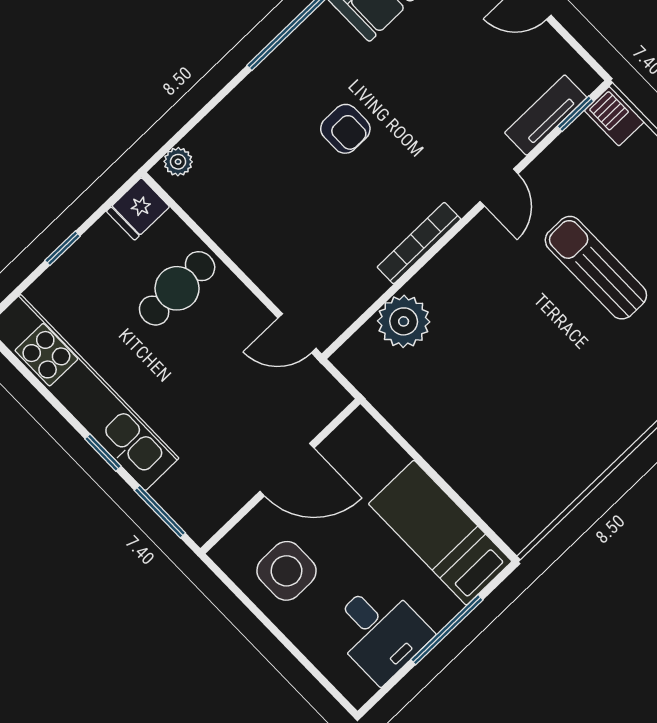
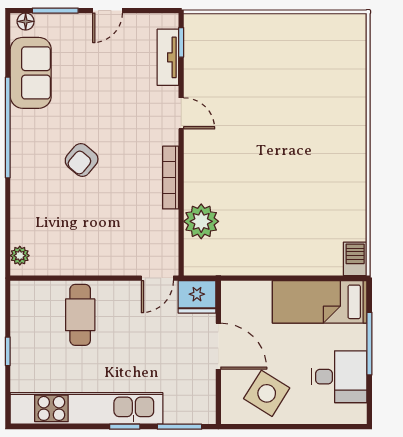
barbecue: (614, 116) -> (355, 259), moved, turned 90
armchair: (345, 129) -> (82, 160), turned 130
fridge: (138, 209) -> (197, 297), moved, width x1.38
sun lounger: (596, 268) -> (265, 104), removed
door: (287, 470) -> (218, 346), hinge flipped
side table: (287, 571) -> (267, 393), turned 32

